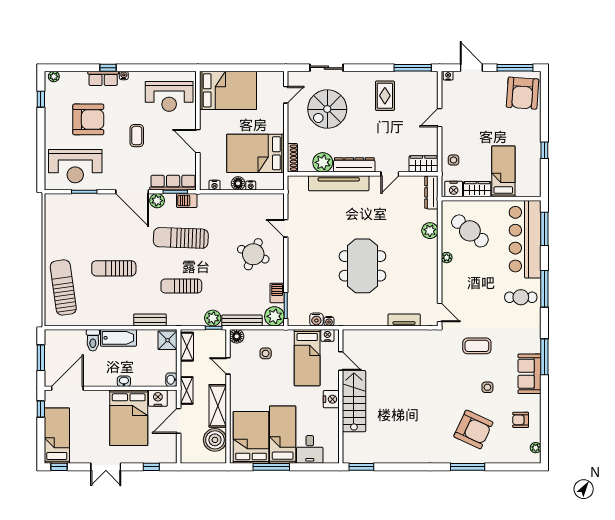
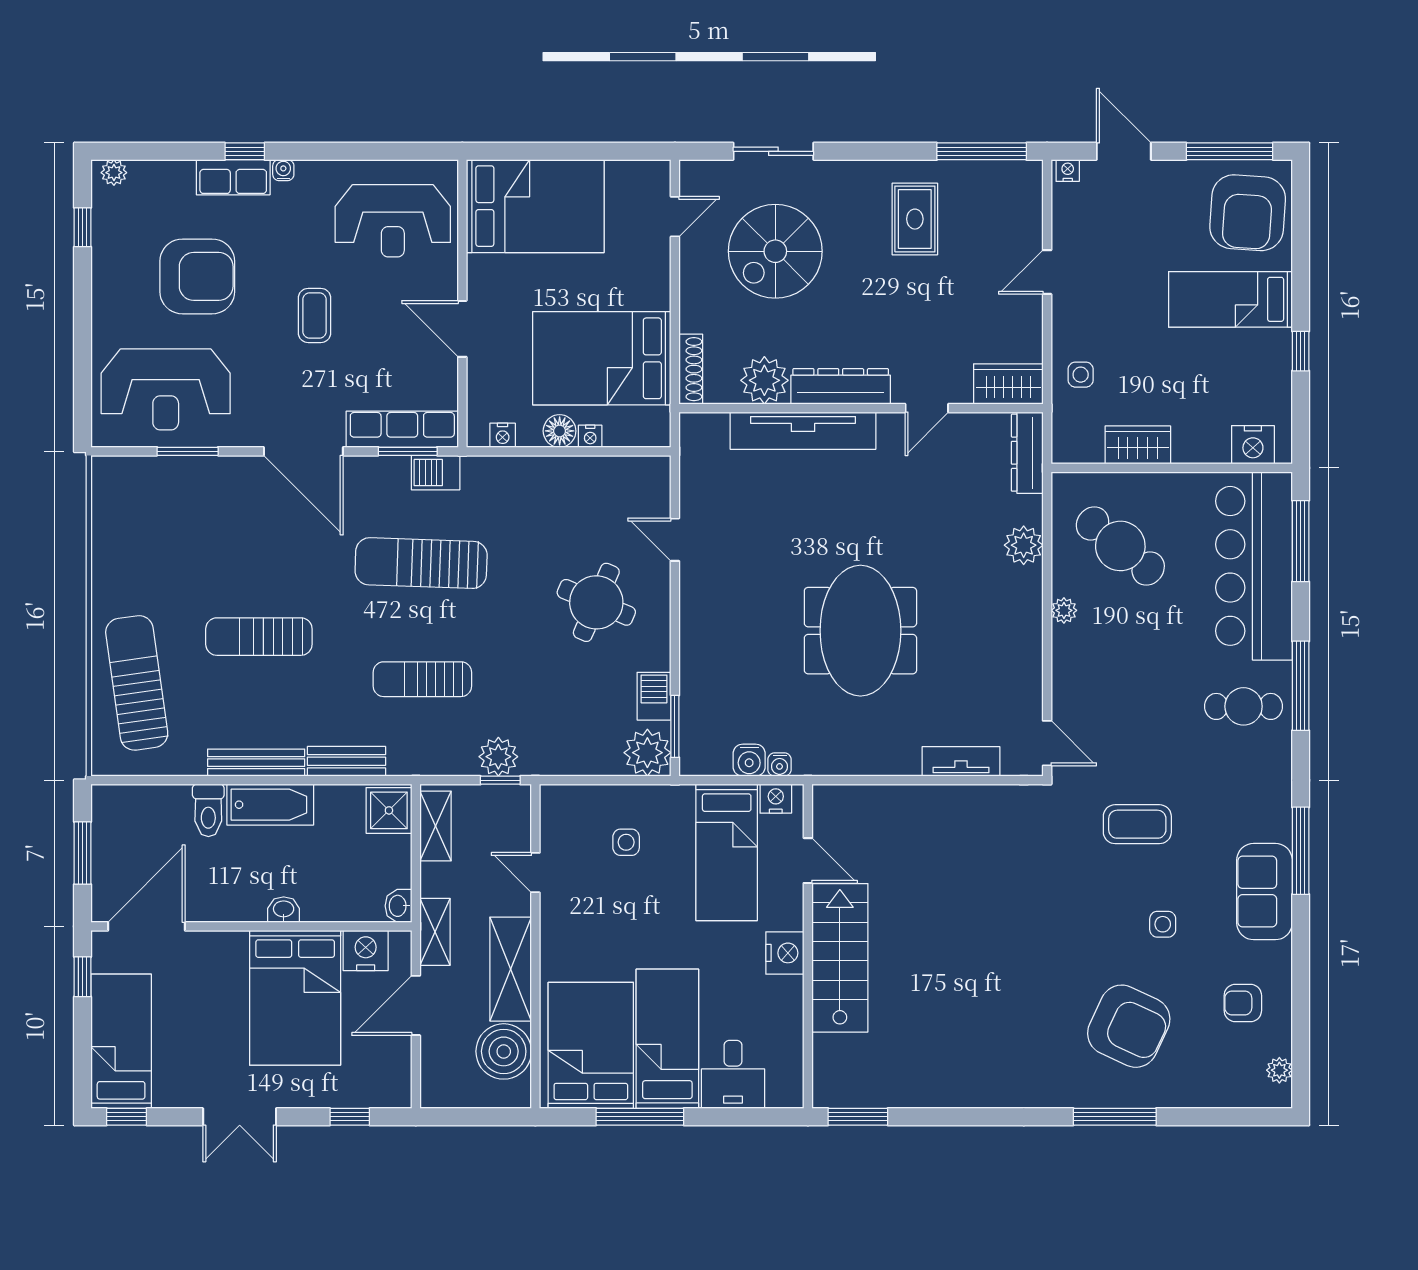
bed: (503, 171) -> (1230, 299), moved, turned -90
nightstand: (454, 189) -> (1253, 445), moved
plant: (157, 201) -> (364, 473), removed
bench: (242, 320) -> (256, 763), moved
floor lamp: (237, 336) -> (556, 801), removed

